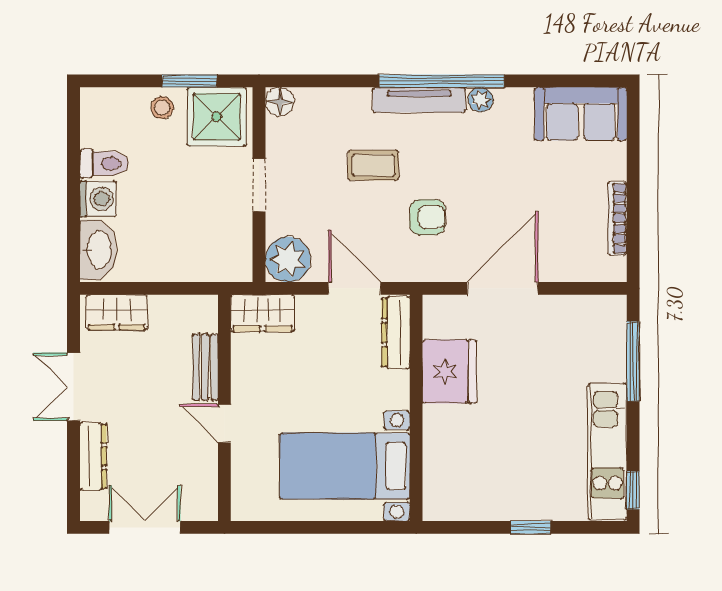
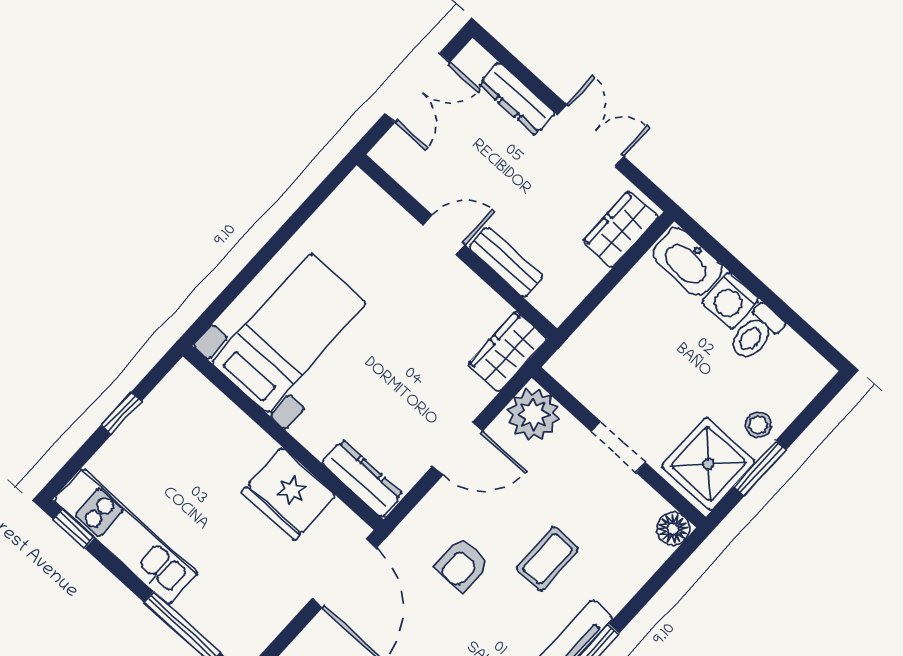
dresser: (396, 333) -> (362, 478), moved
fridge: (450, 371) -> (288, 494), moved
wall: (416, 408) -> (283, 438), moved
bed with nightstands: (345, 466) -> (289, 333), moved

